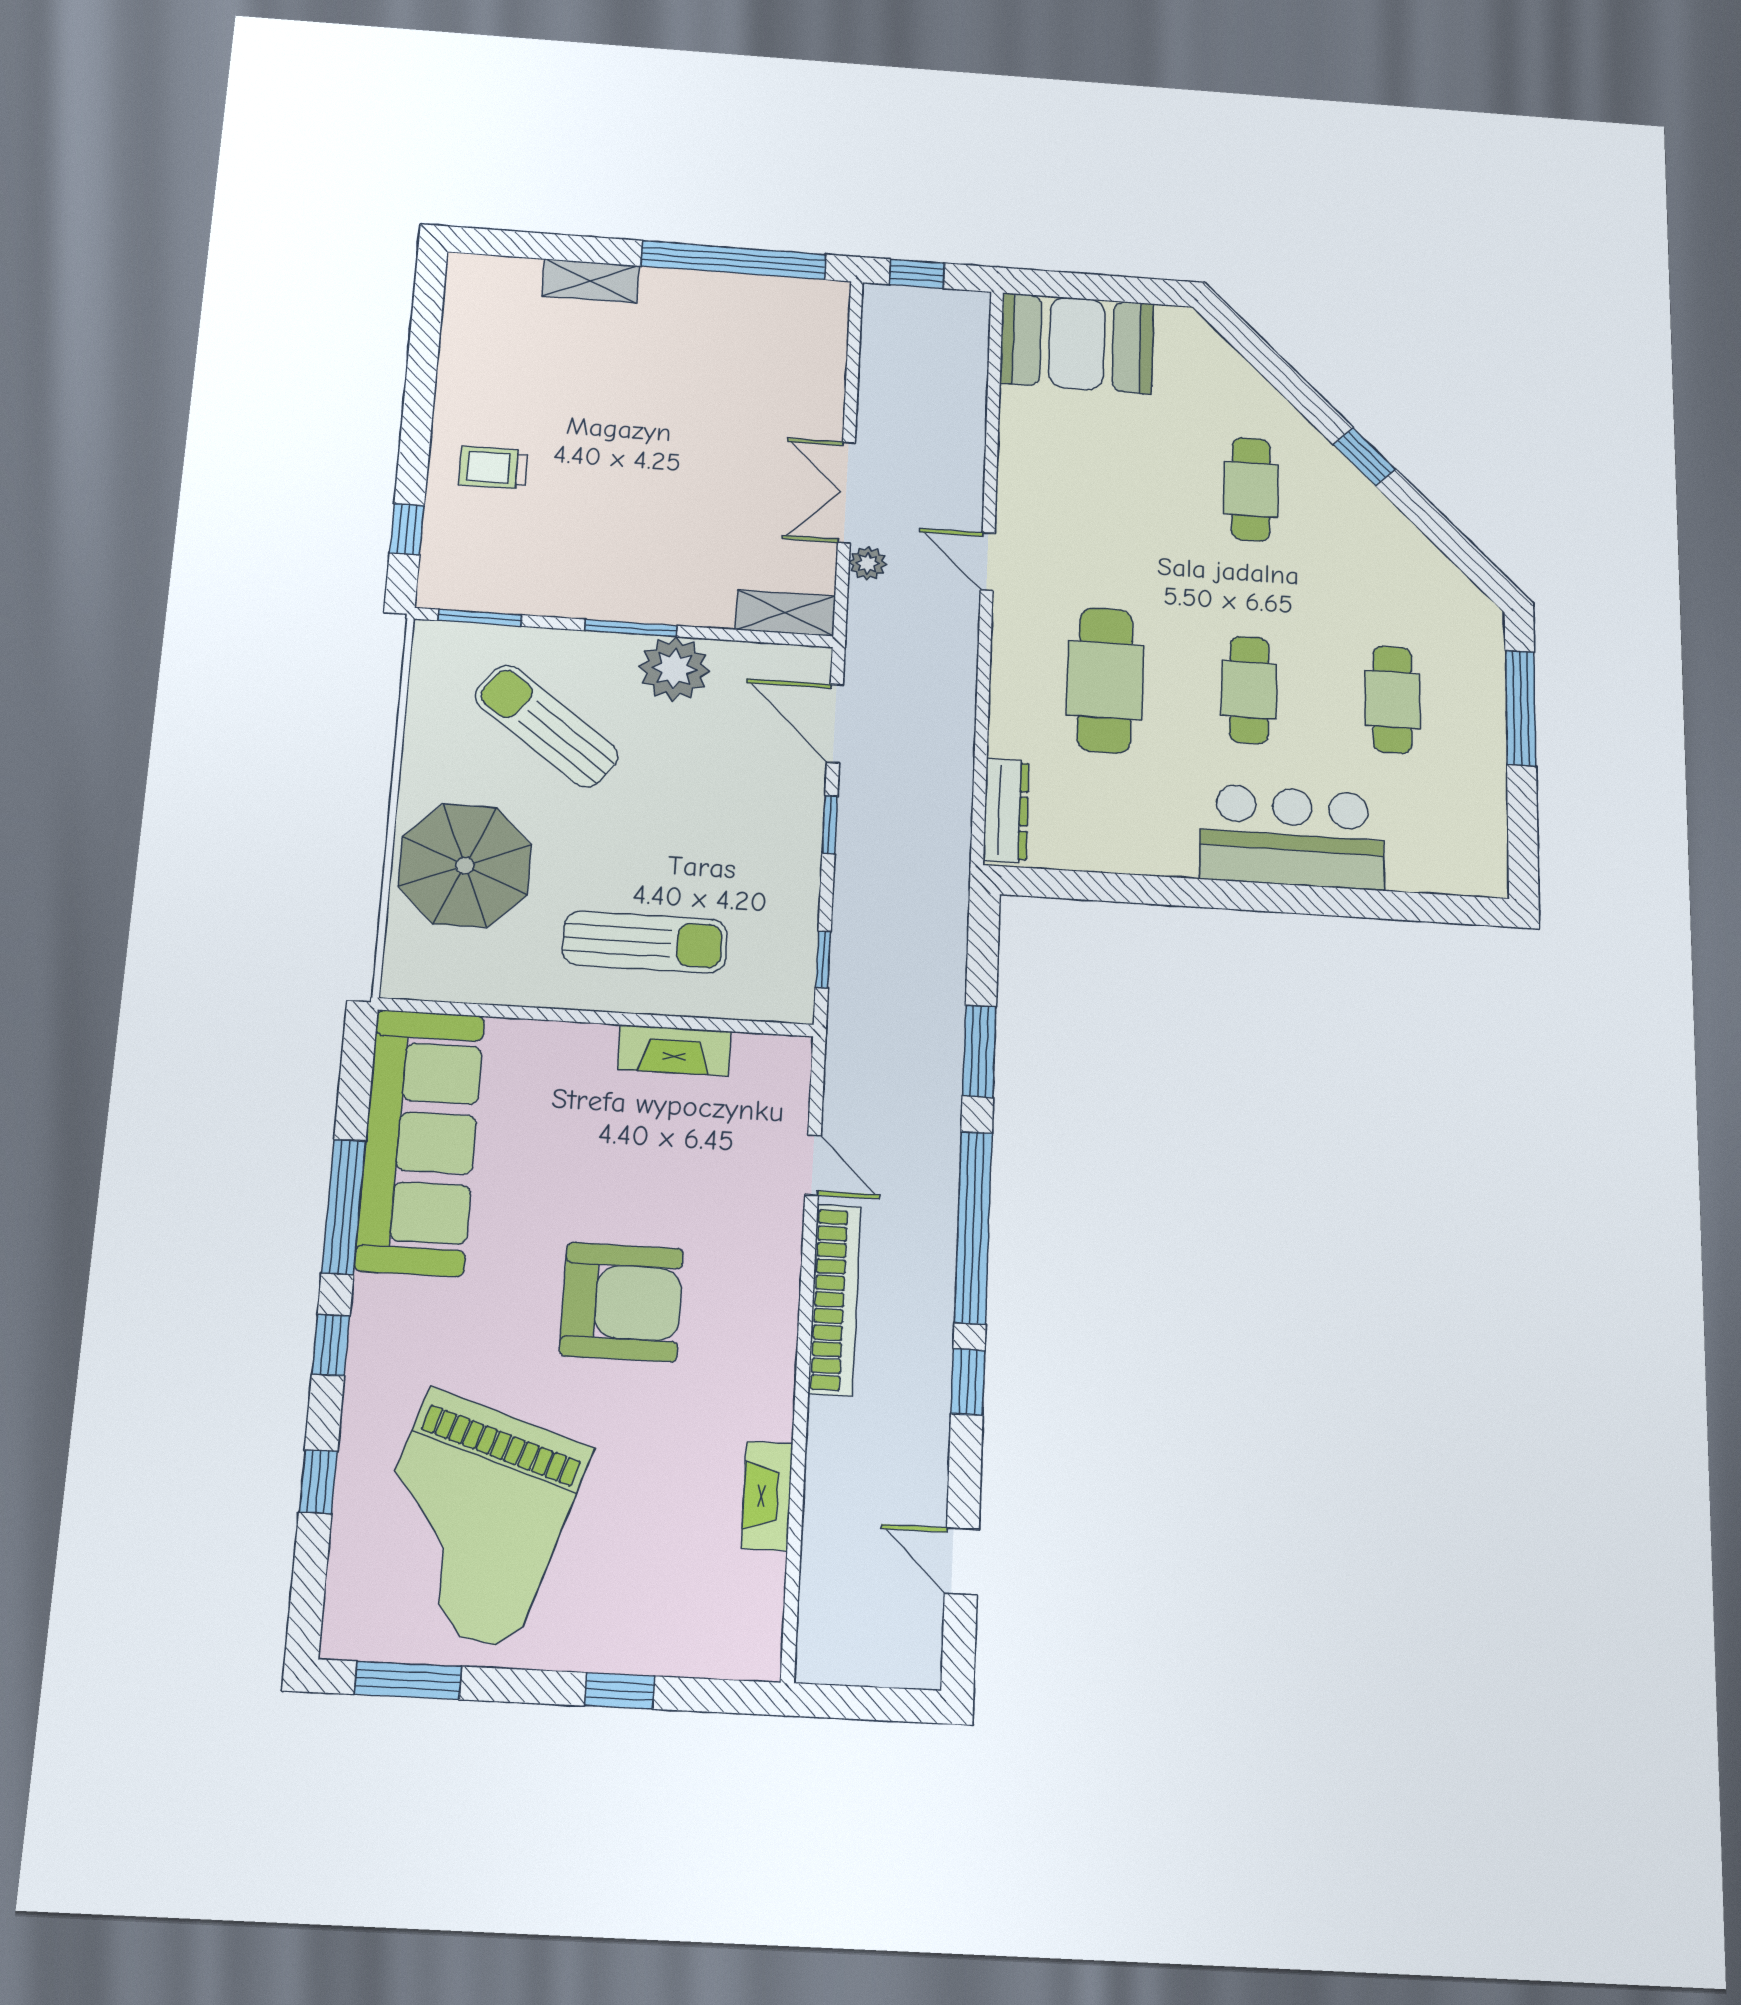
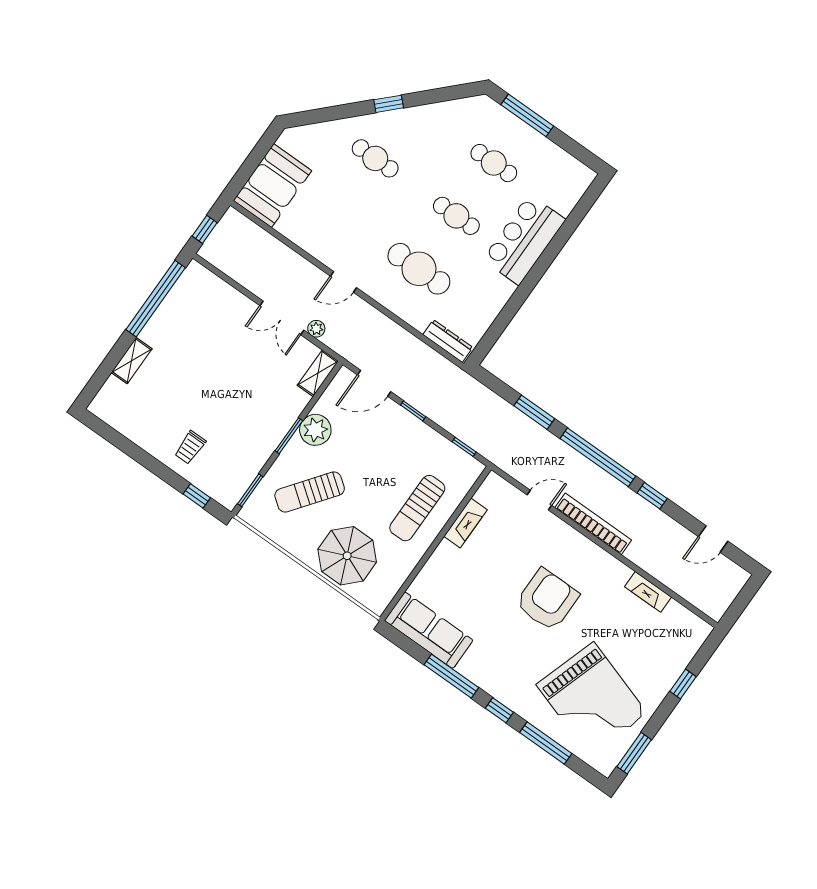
sun lounger: (645, 942) -> (417, 508), turned 180
sofa: (420, 1142) -> (429, 630), width x0.74, depth x0.79
window: (318, 1482) -> (546, 743), width x2.17

